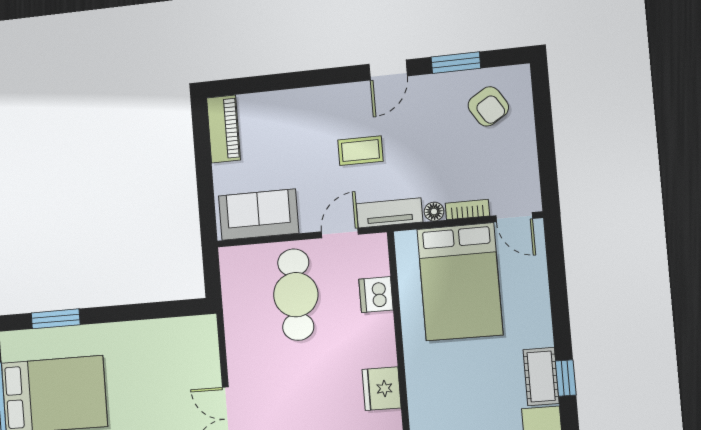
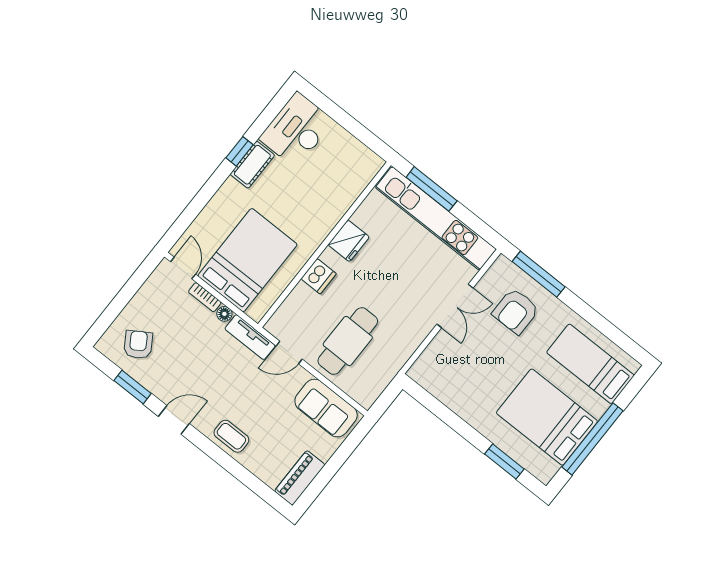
coffee table: (360, 151) -> (231, 436), moved
dishwasher: (376, 295) -> (319, 276), moved

